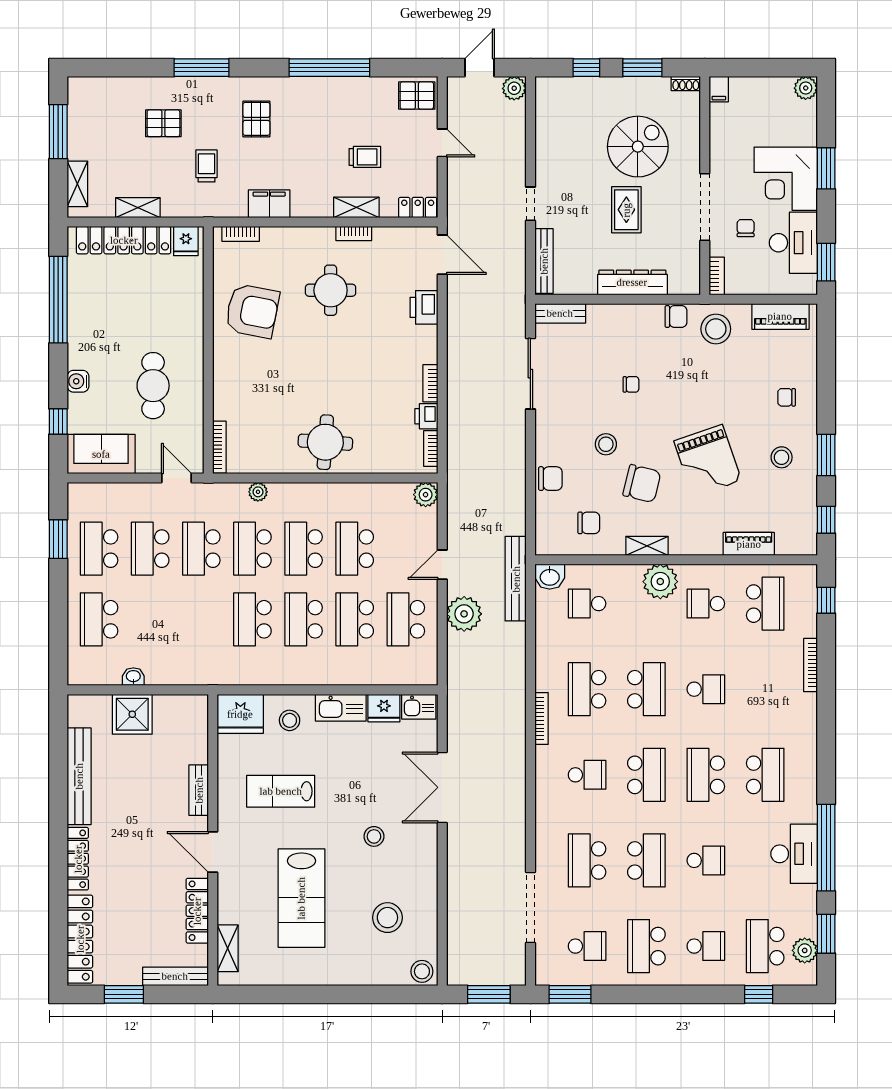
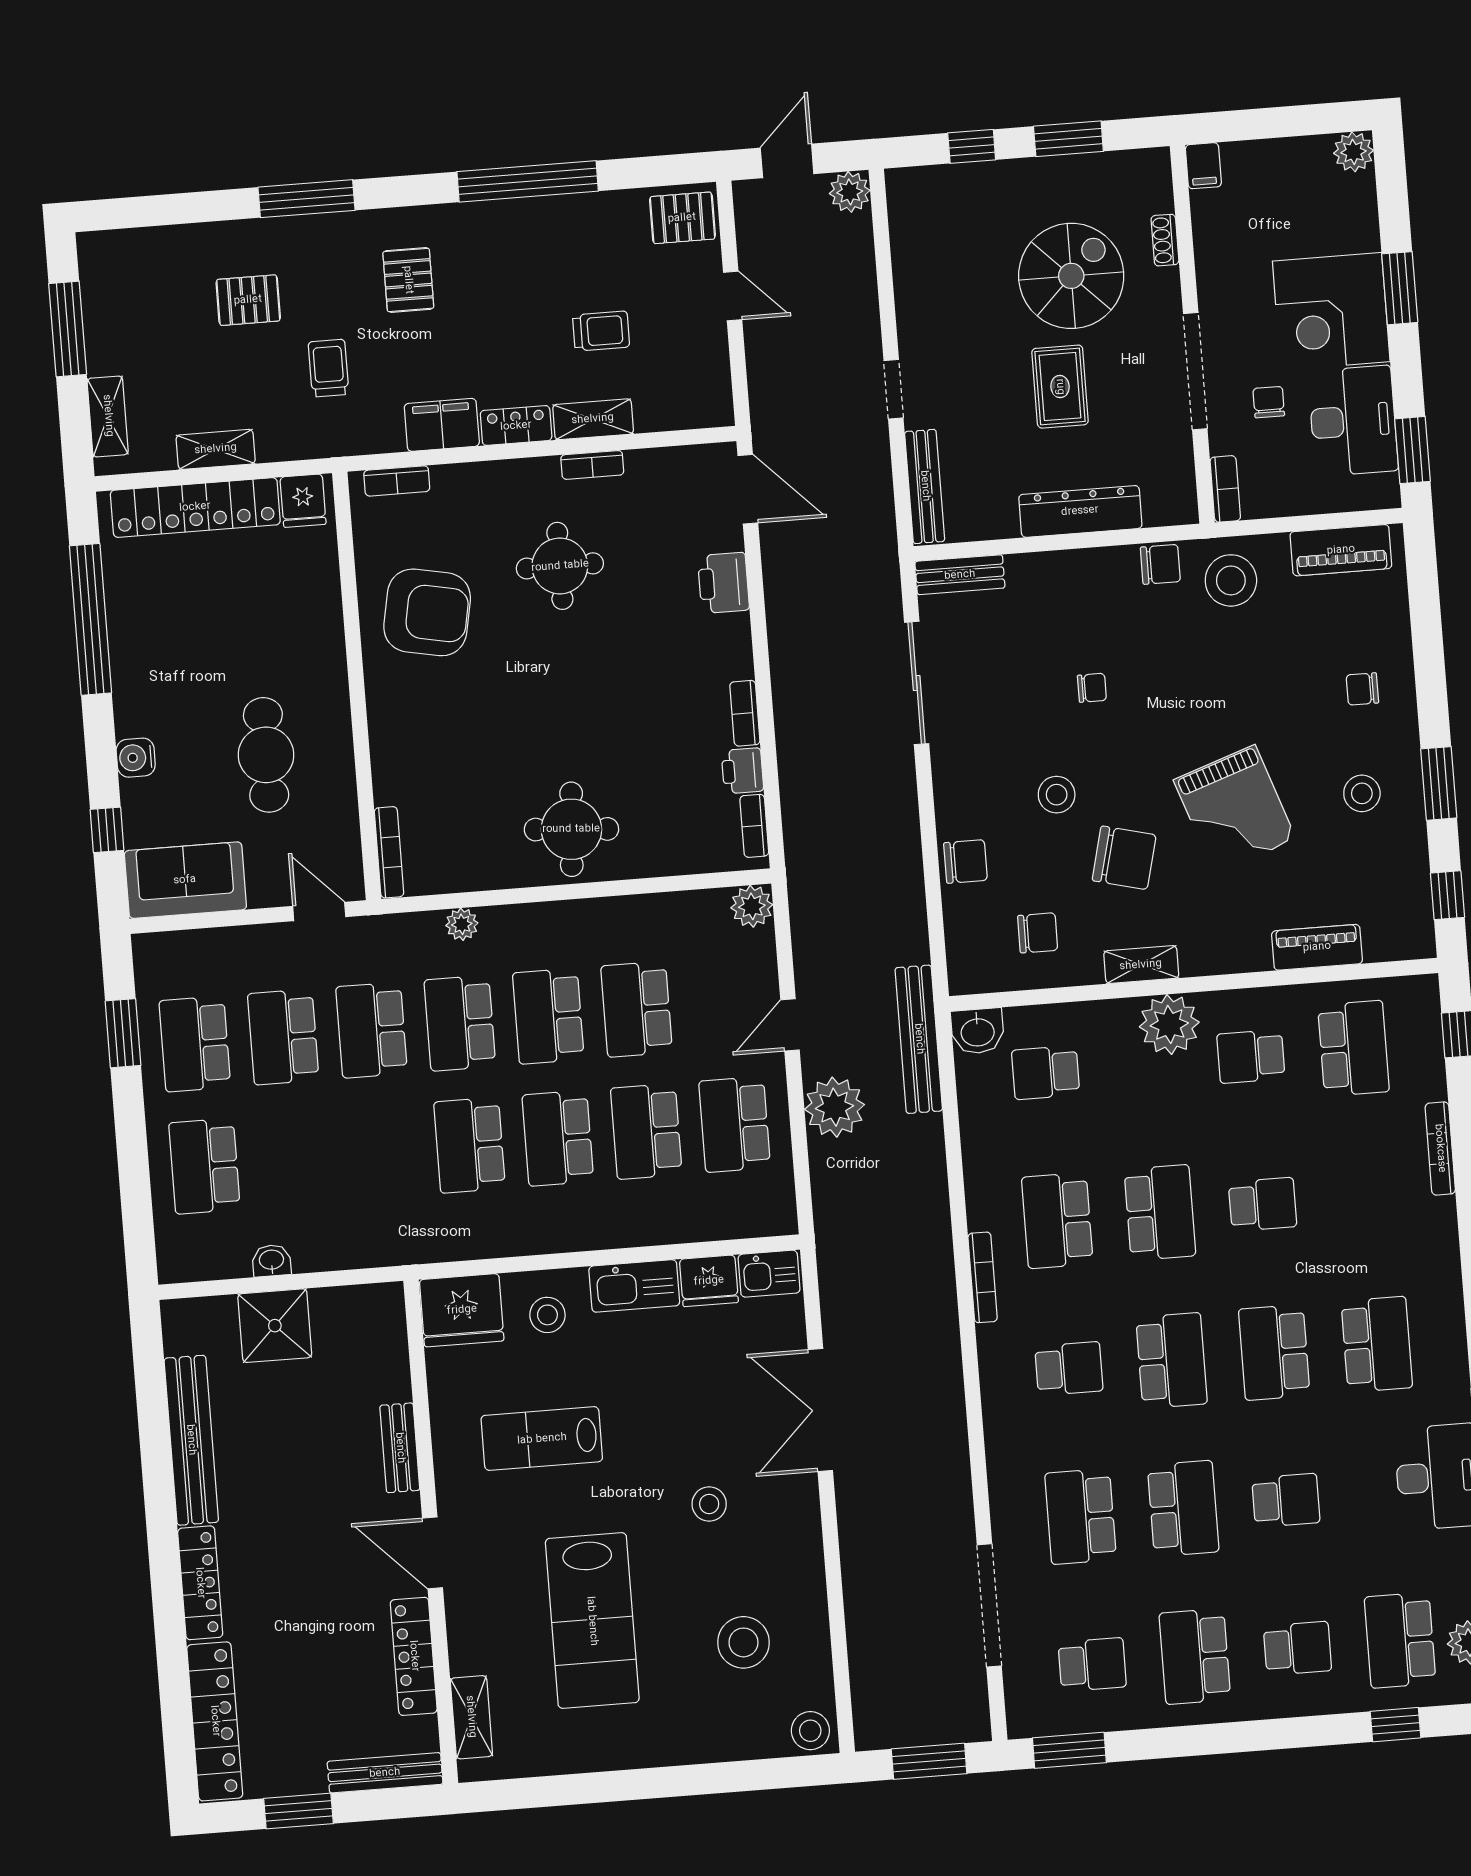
shoe rack: (686, 83) -> (1165, 240), moved, turned 90
locker: (418, 207) -> (516, 426), moved

